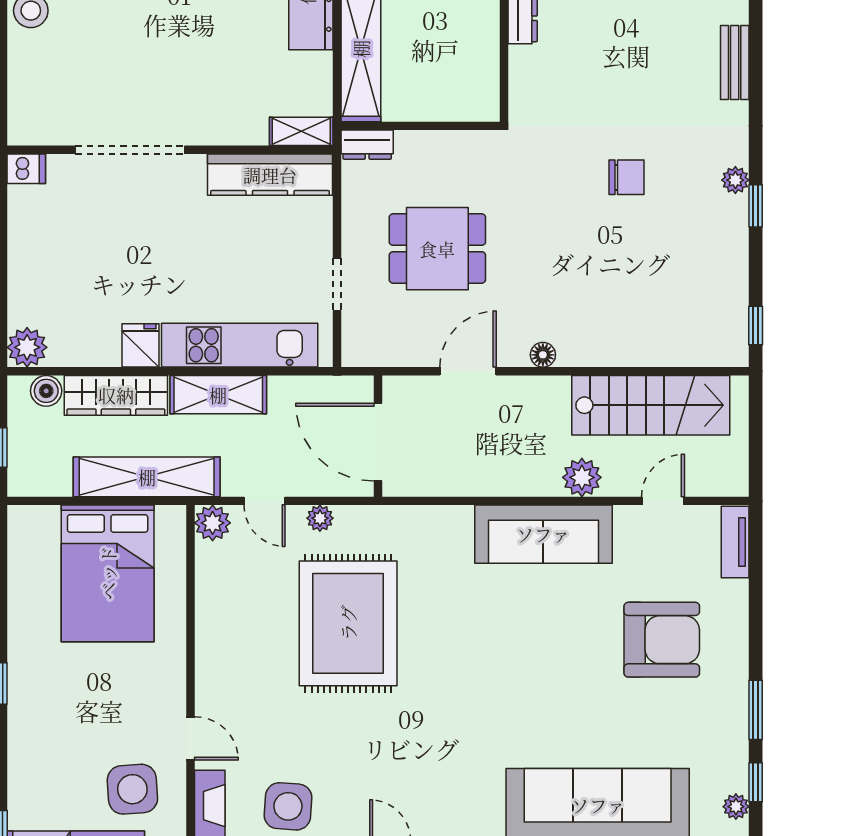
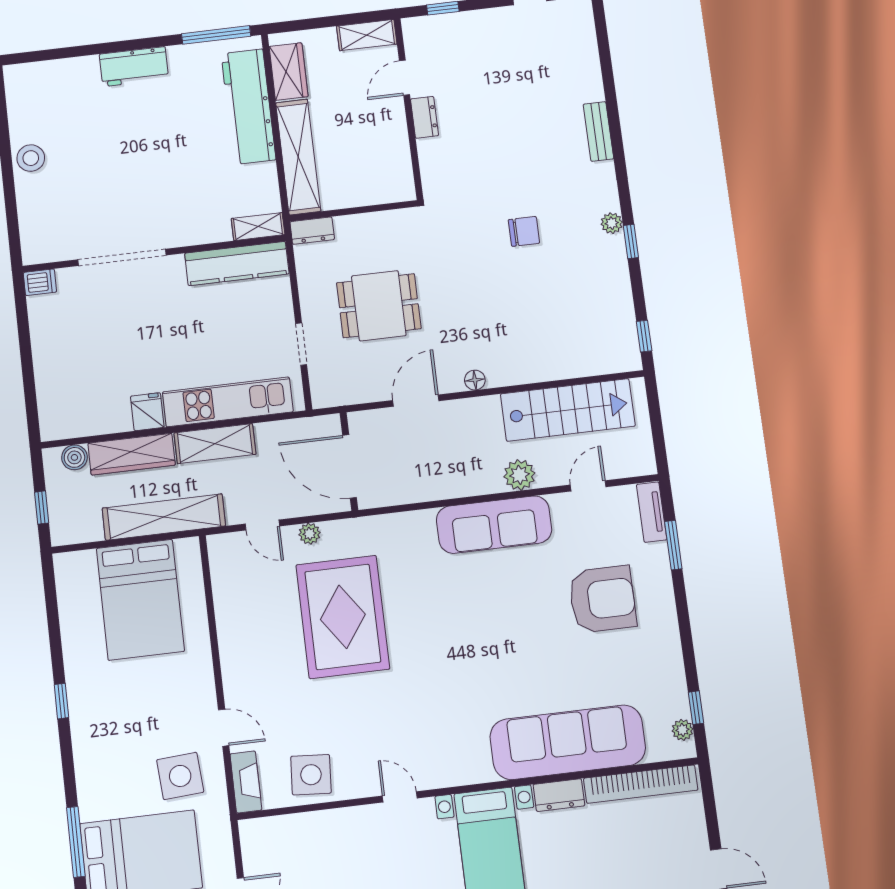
plant: (27, 347) -> (55, 424), removed
plant: (213, 523) -> (222, 548), removed
window: (756, 710) -> (673, 545), moved

